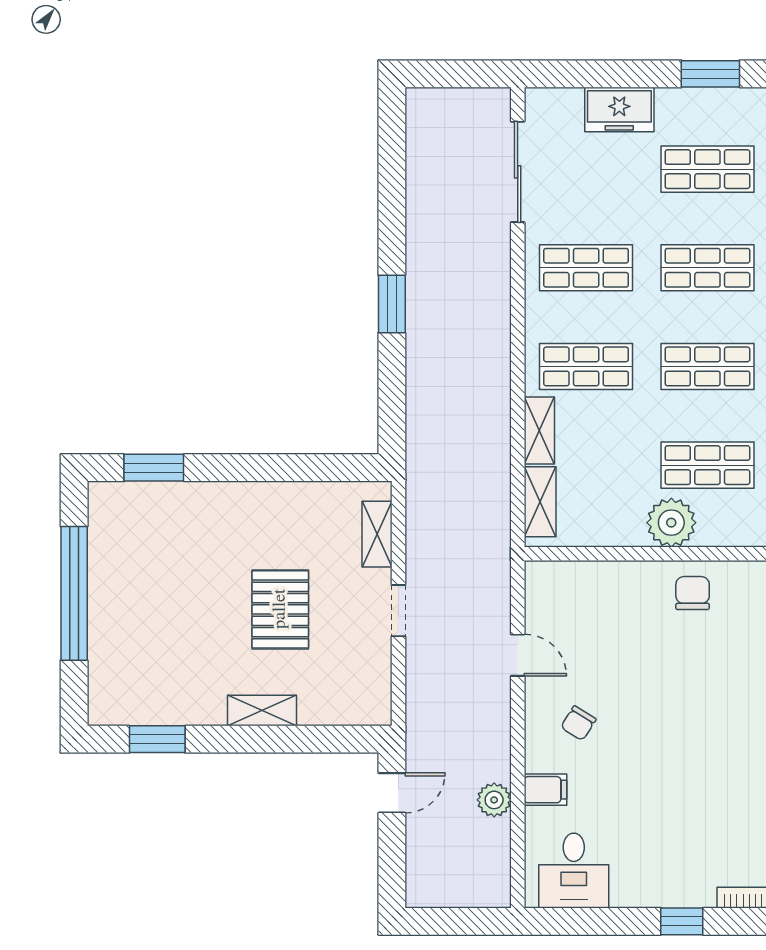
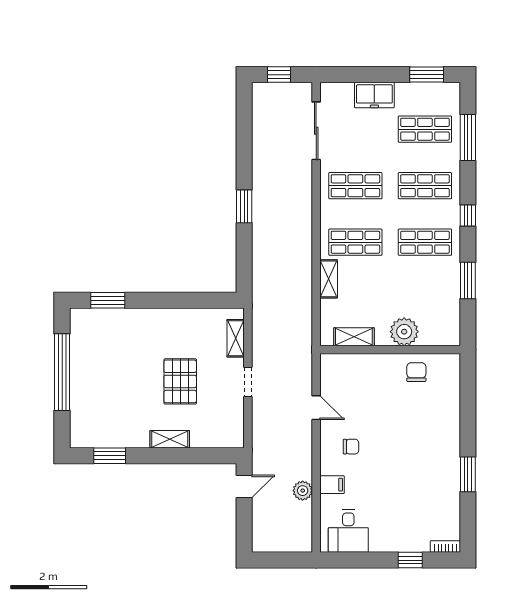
window: (453, 74) -> (279, 75), added
shop shelf: (707, 465) -> (425, 299), removed
shelving: (540, 502) -> (354, 337), moved, turned 90
chair: (578, 723) -> (351, 447), turned -122

